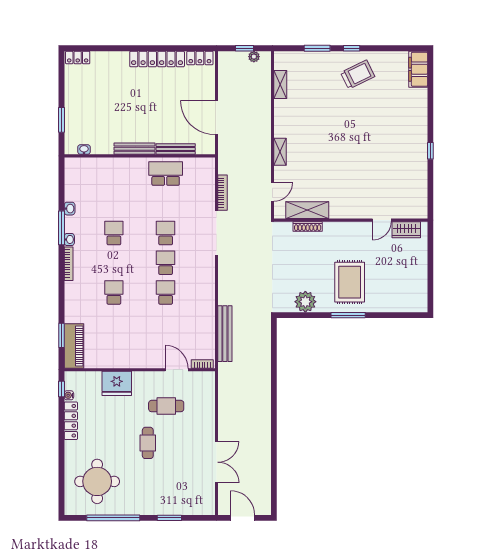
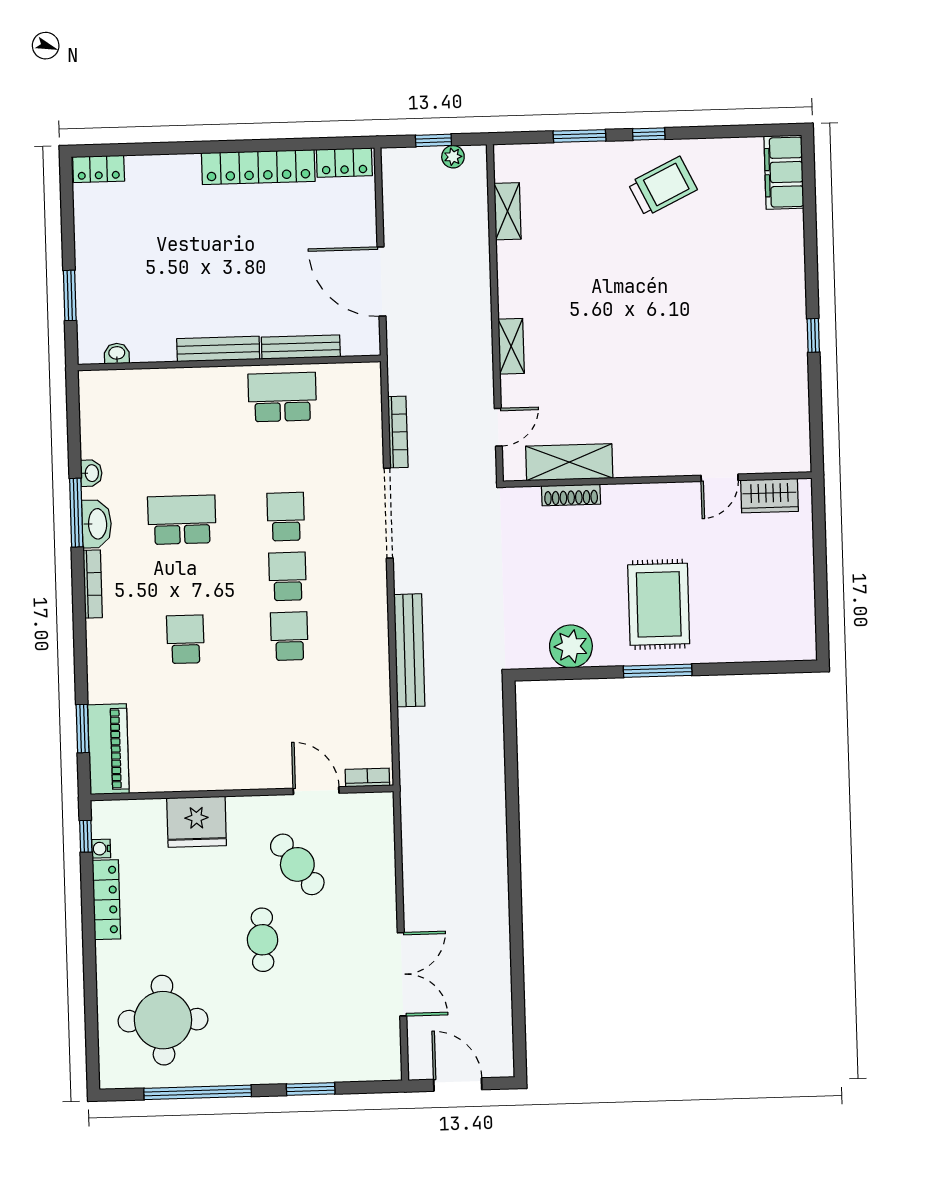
school desk: (114, 233) -> (182, 520), width x1.85
washbasin: (69, 239) -> (97, 524), width x1.91, depth x1.45
bench: (225, 334) -> (409, 650), moved
cafe table: (166, 406) -> (297, 864), turned 53

